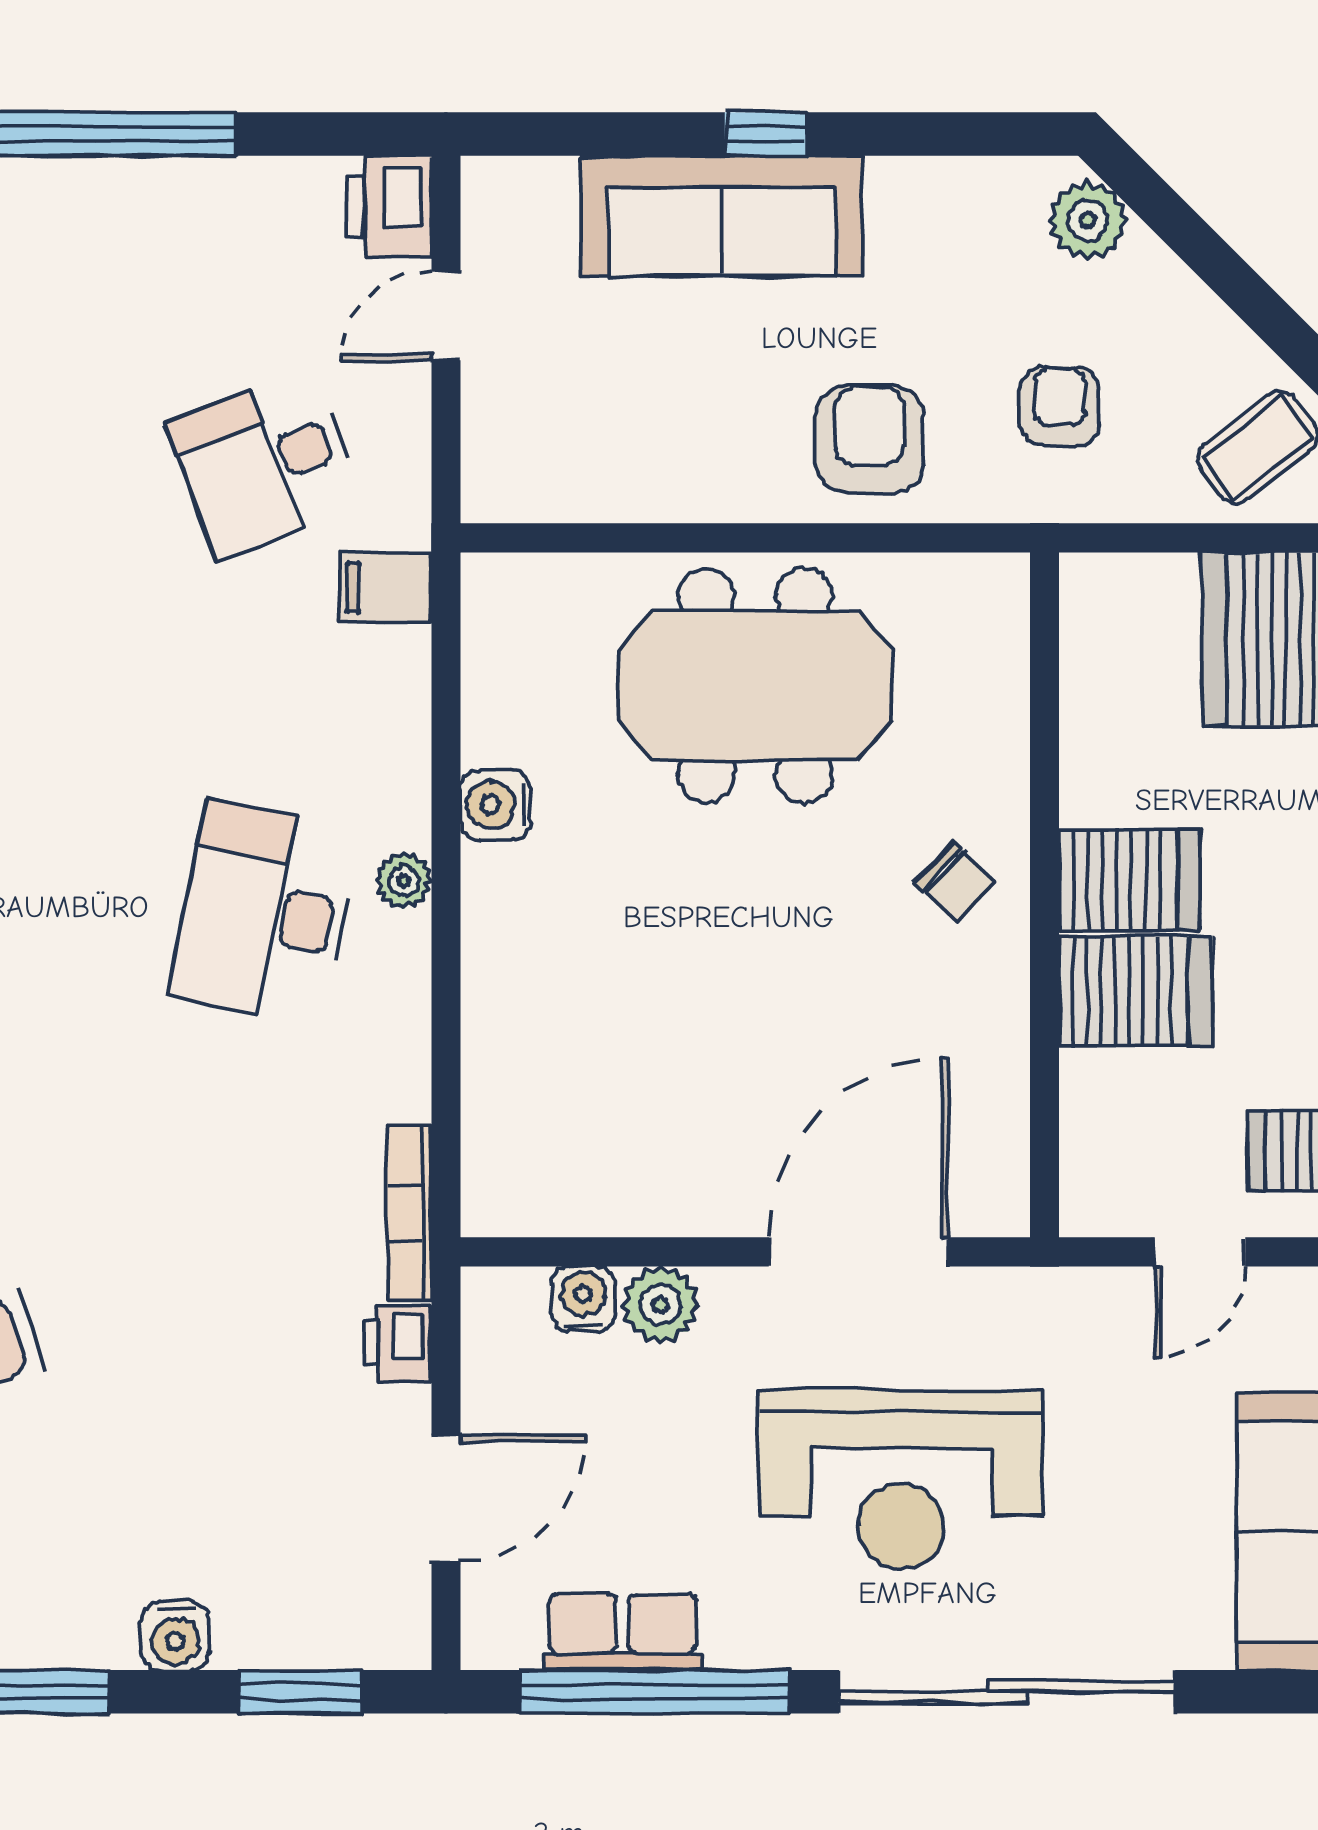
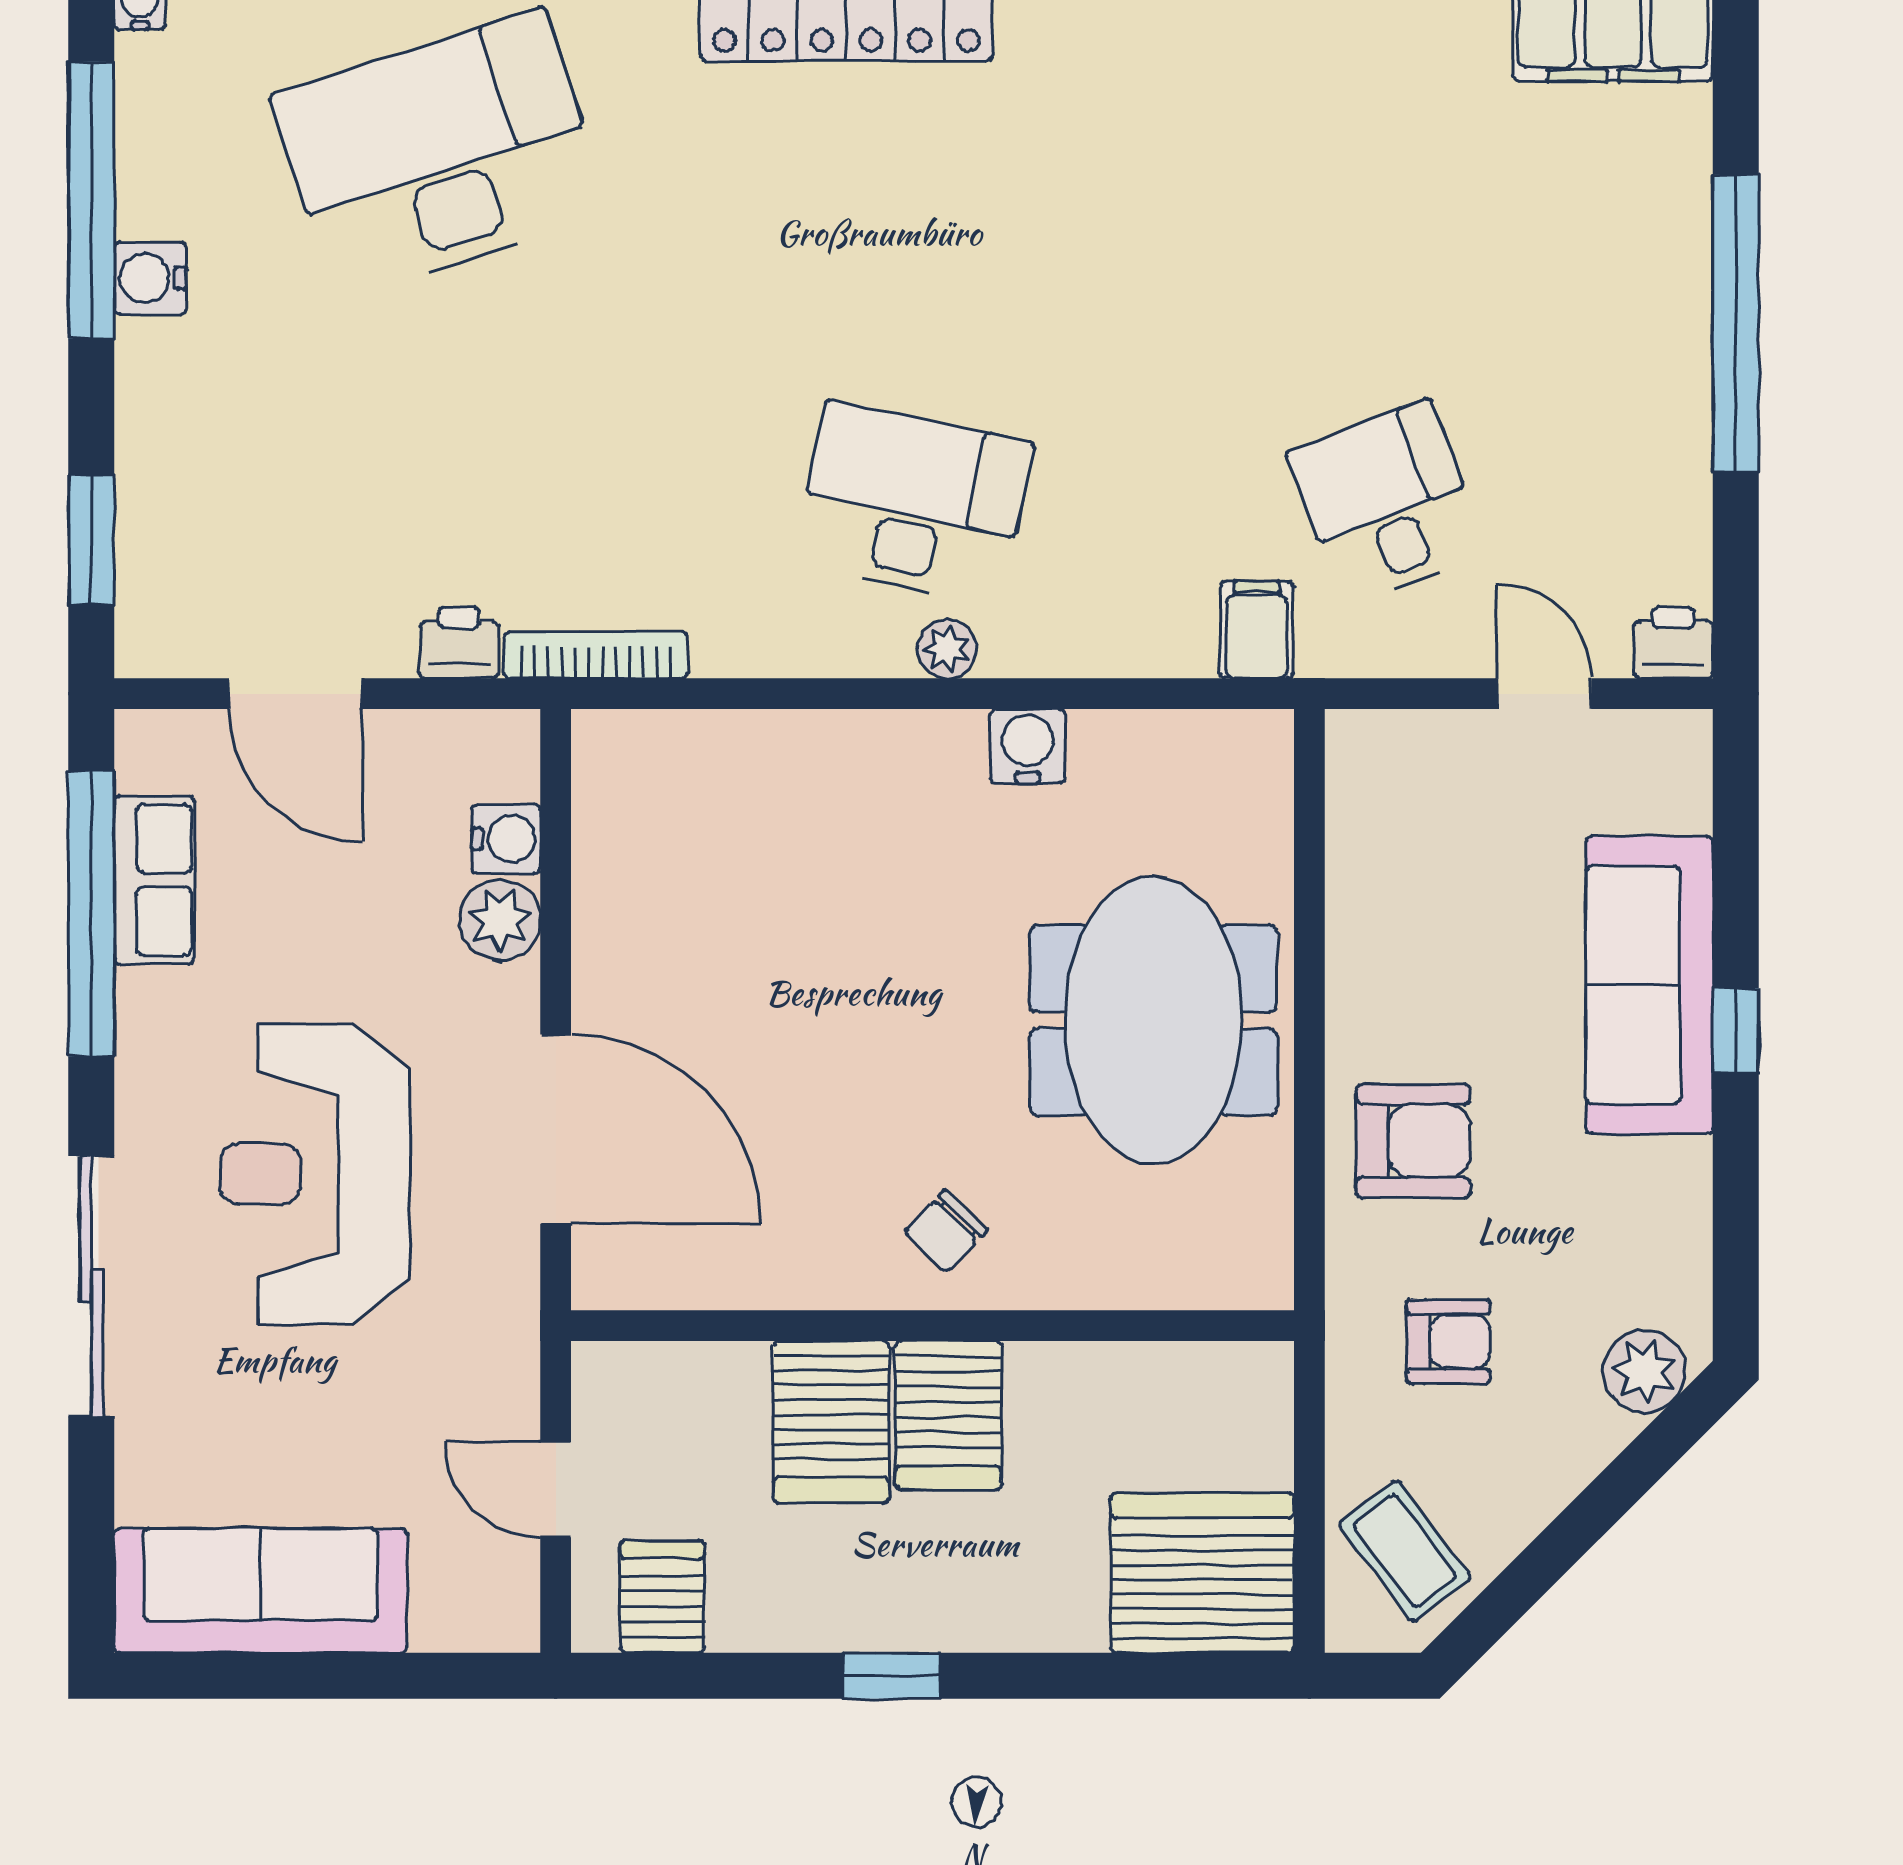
printer: (389, 207) -> (1673, 643), width x0.73, depth x0.81
water cooler: (175, 1636) -> (150, 278), moved
sliding door: (1007, 1692) -> (91, 1286), width x0.73

